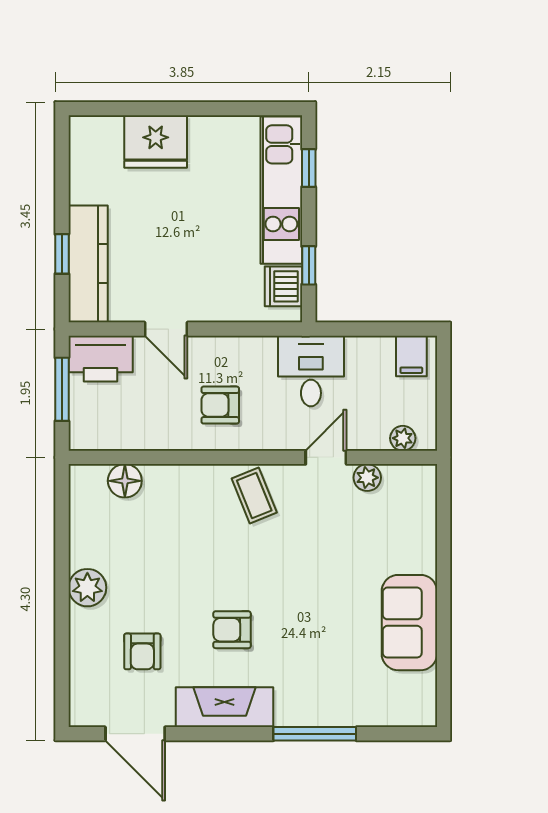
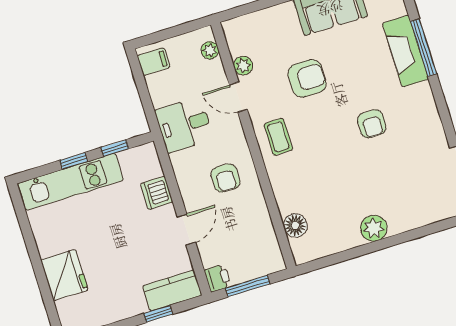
window: (309, 168) -> (74, 161), moved
kitchen counter: (88, 264) -> (172, 291), width x0.67
dishwasher: (283, 286) -> (157, 193), moved, turned 90
printer: (101, 359) -> (218, 278), width x0.53, depth x0.68
coffee table: (254, 496) -> (278, 137), turned -68
armchair: (142, 651) -> (307, 78), moved, width x1.38, depth x1.38
fireplace: (224, 707) -> (405, 51), moved

